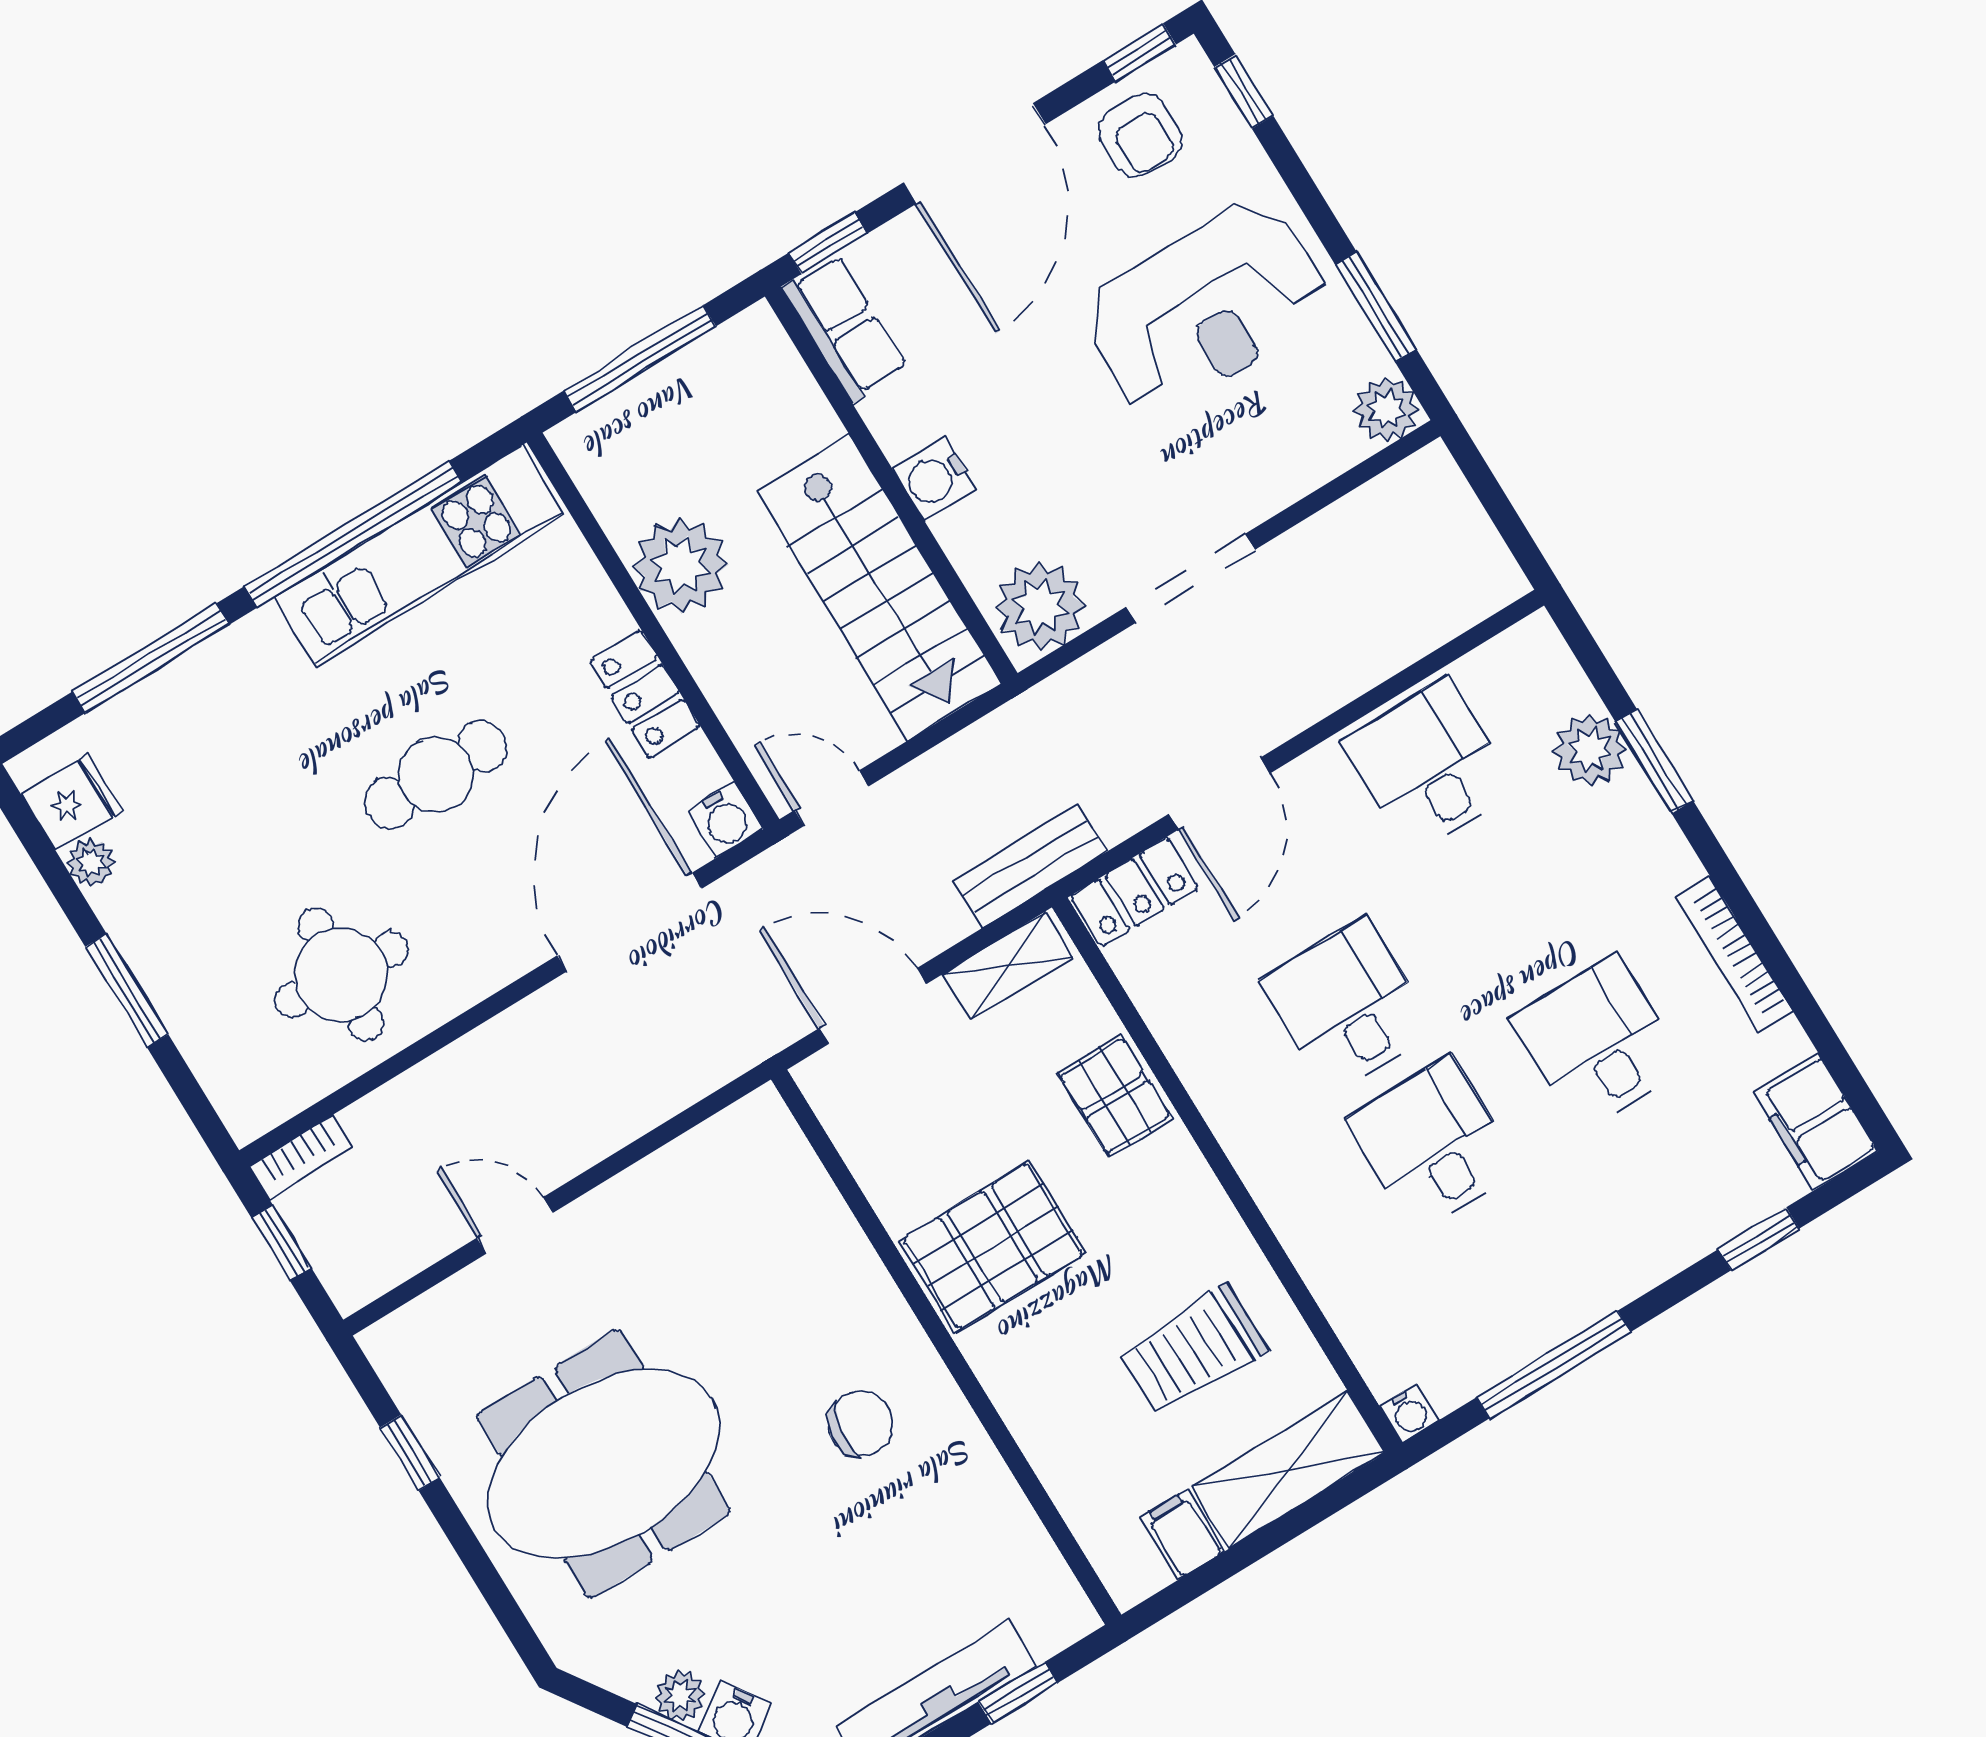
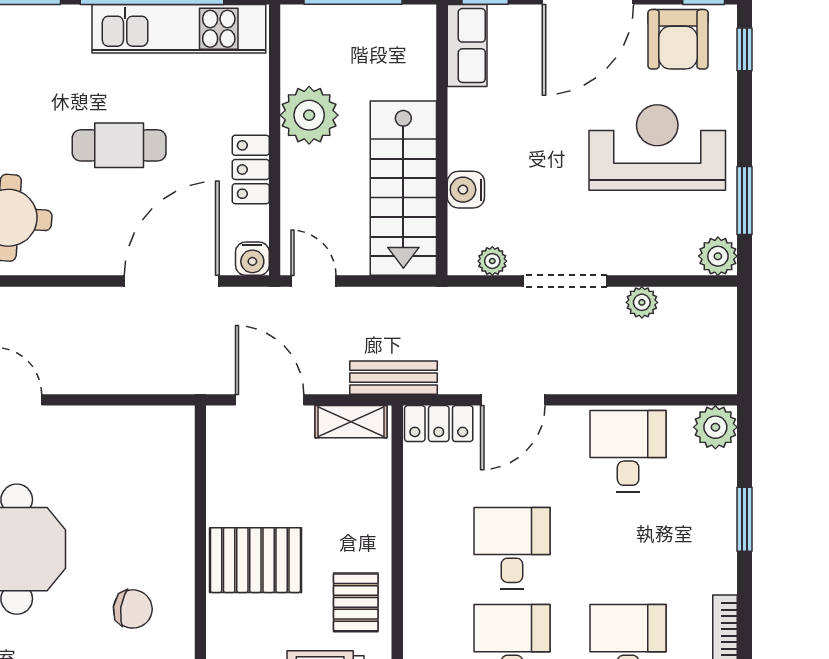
armchair: (1140, 135) -> (678, 39), width x1.38, depth x1.38
reception desk: (1205, 308) -> (657, 148), turned 180
water cooler: (934, 478) -> (466, 190), moved
plant: (1318, 542) -> (642, 302), added
plant: (1040, 607) -> (492, 261), width x0.53, depth x0.53
plant: (1590, 750) -> (715, 427), moved
pallet: (1115, 1096) -> (356, 602), moved

